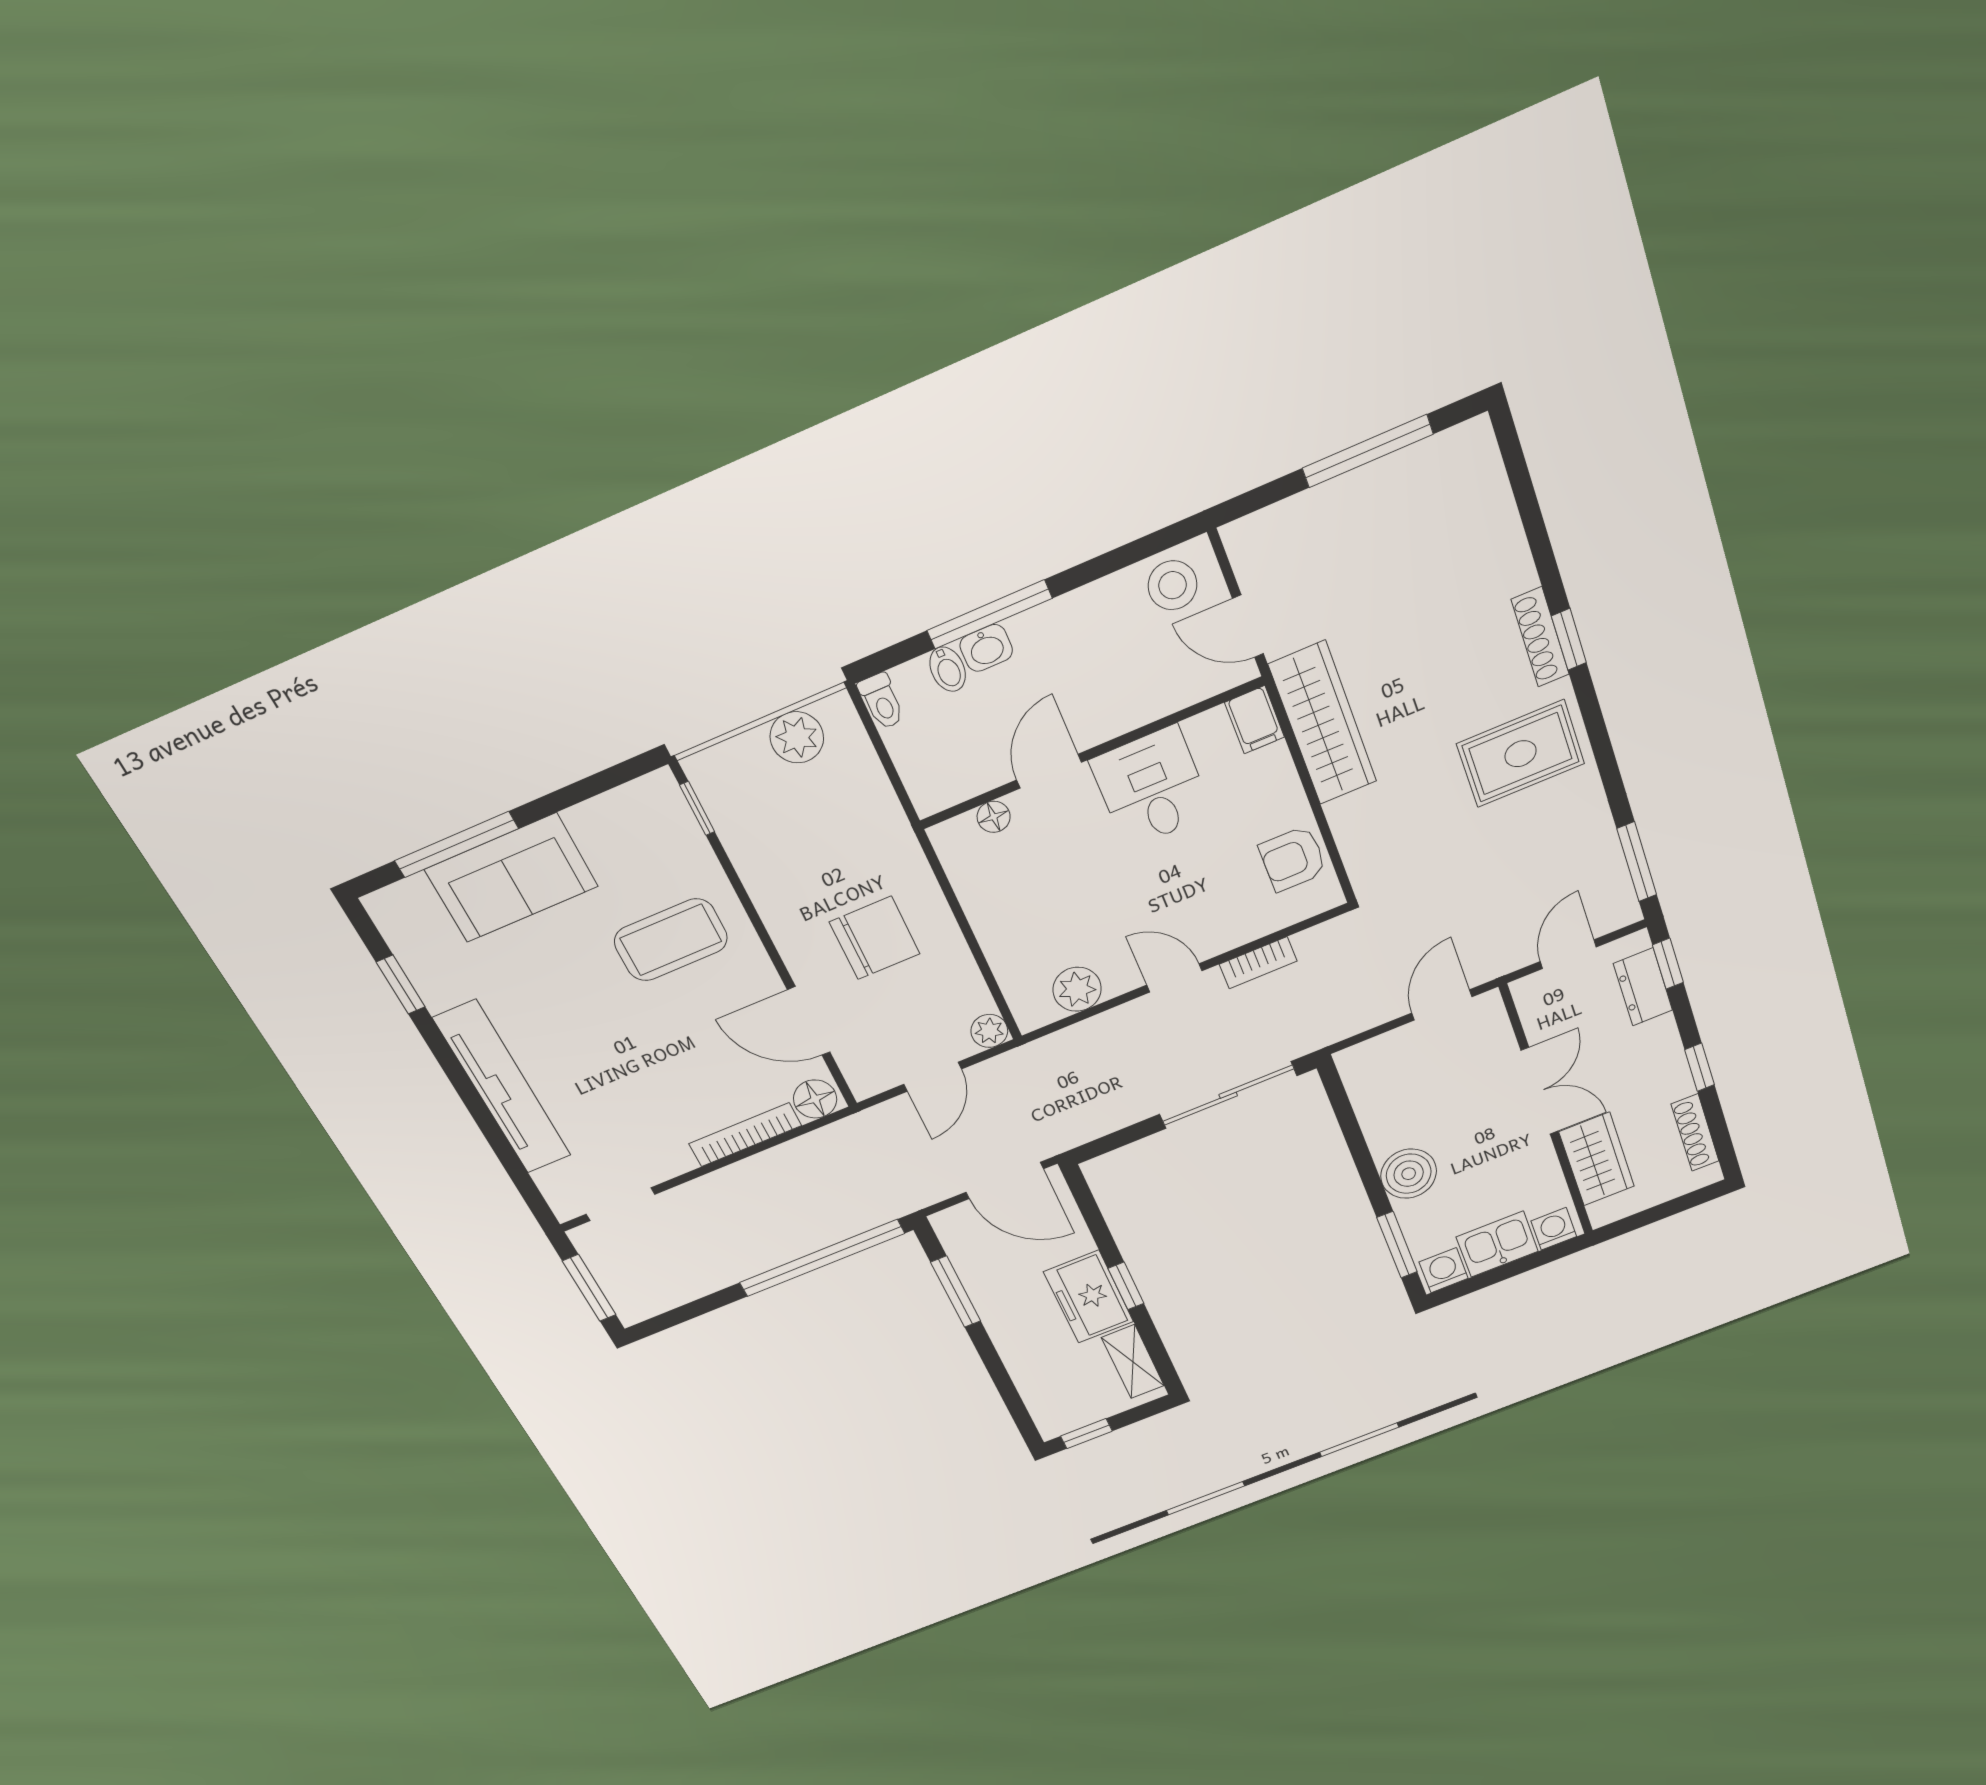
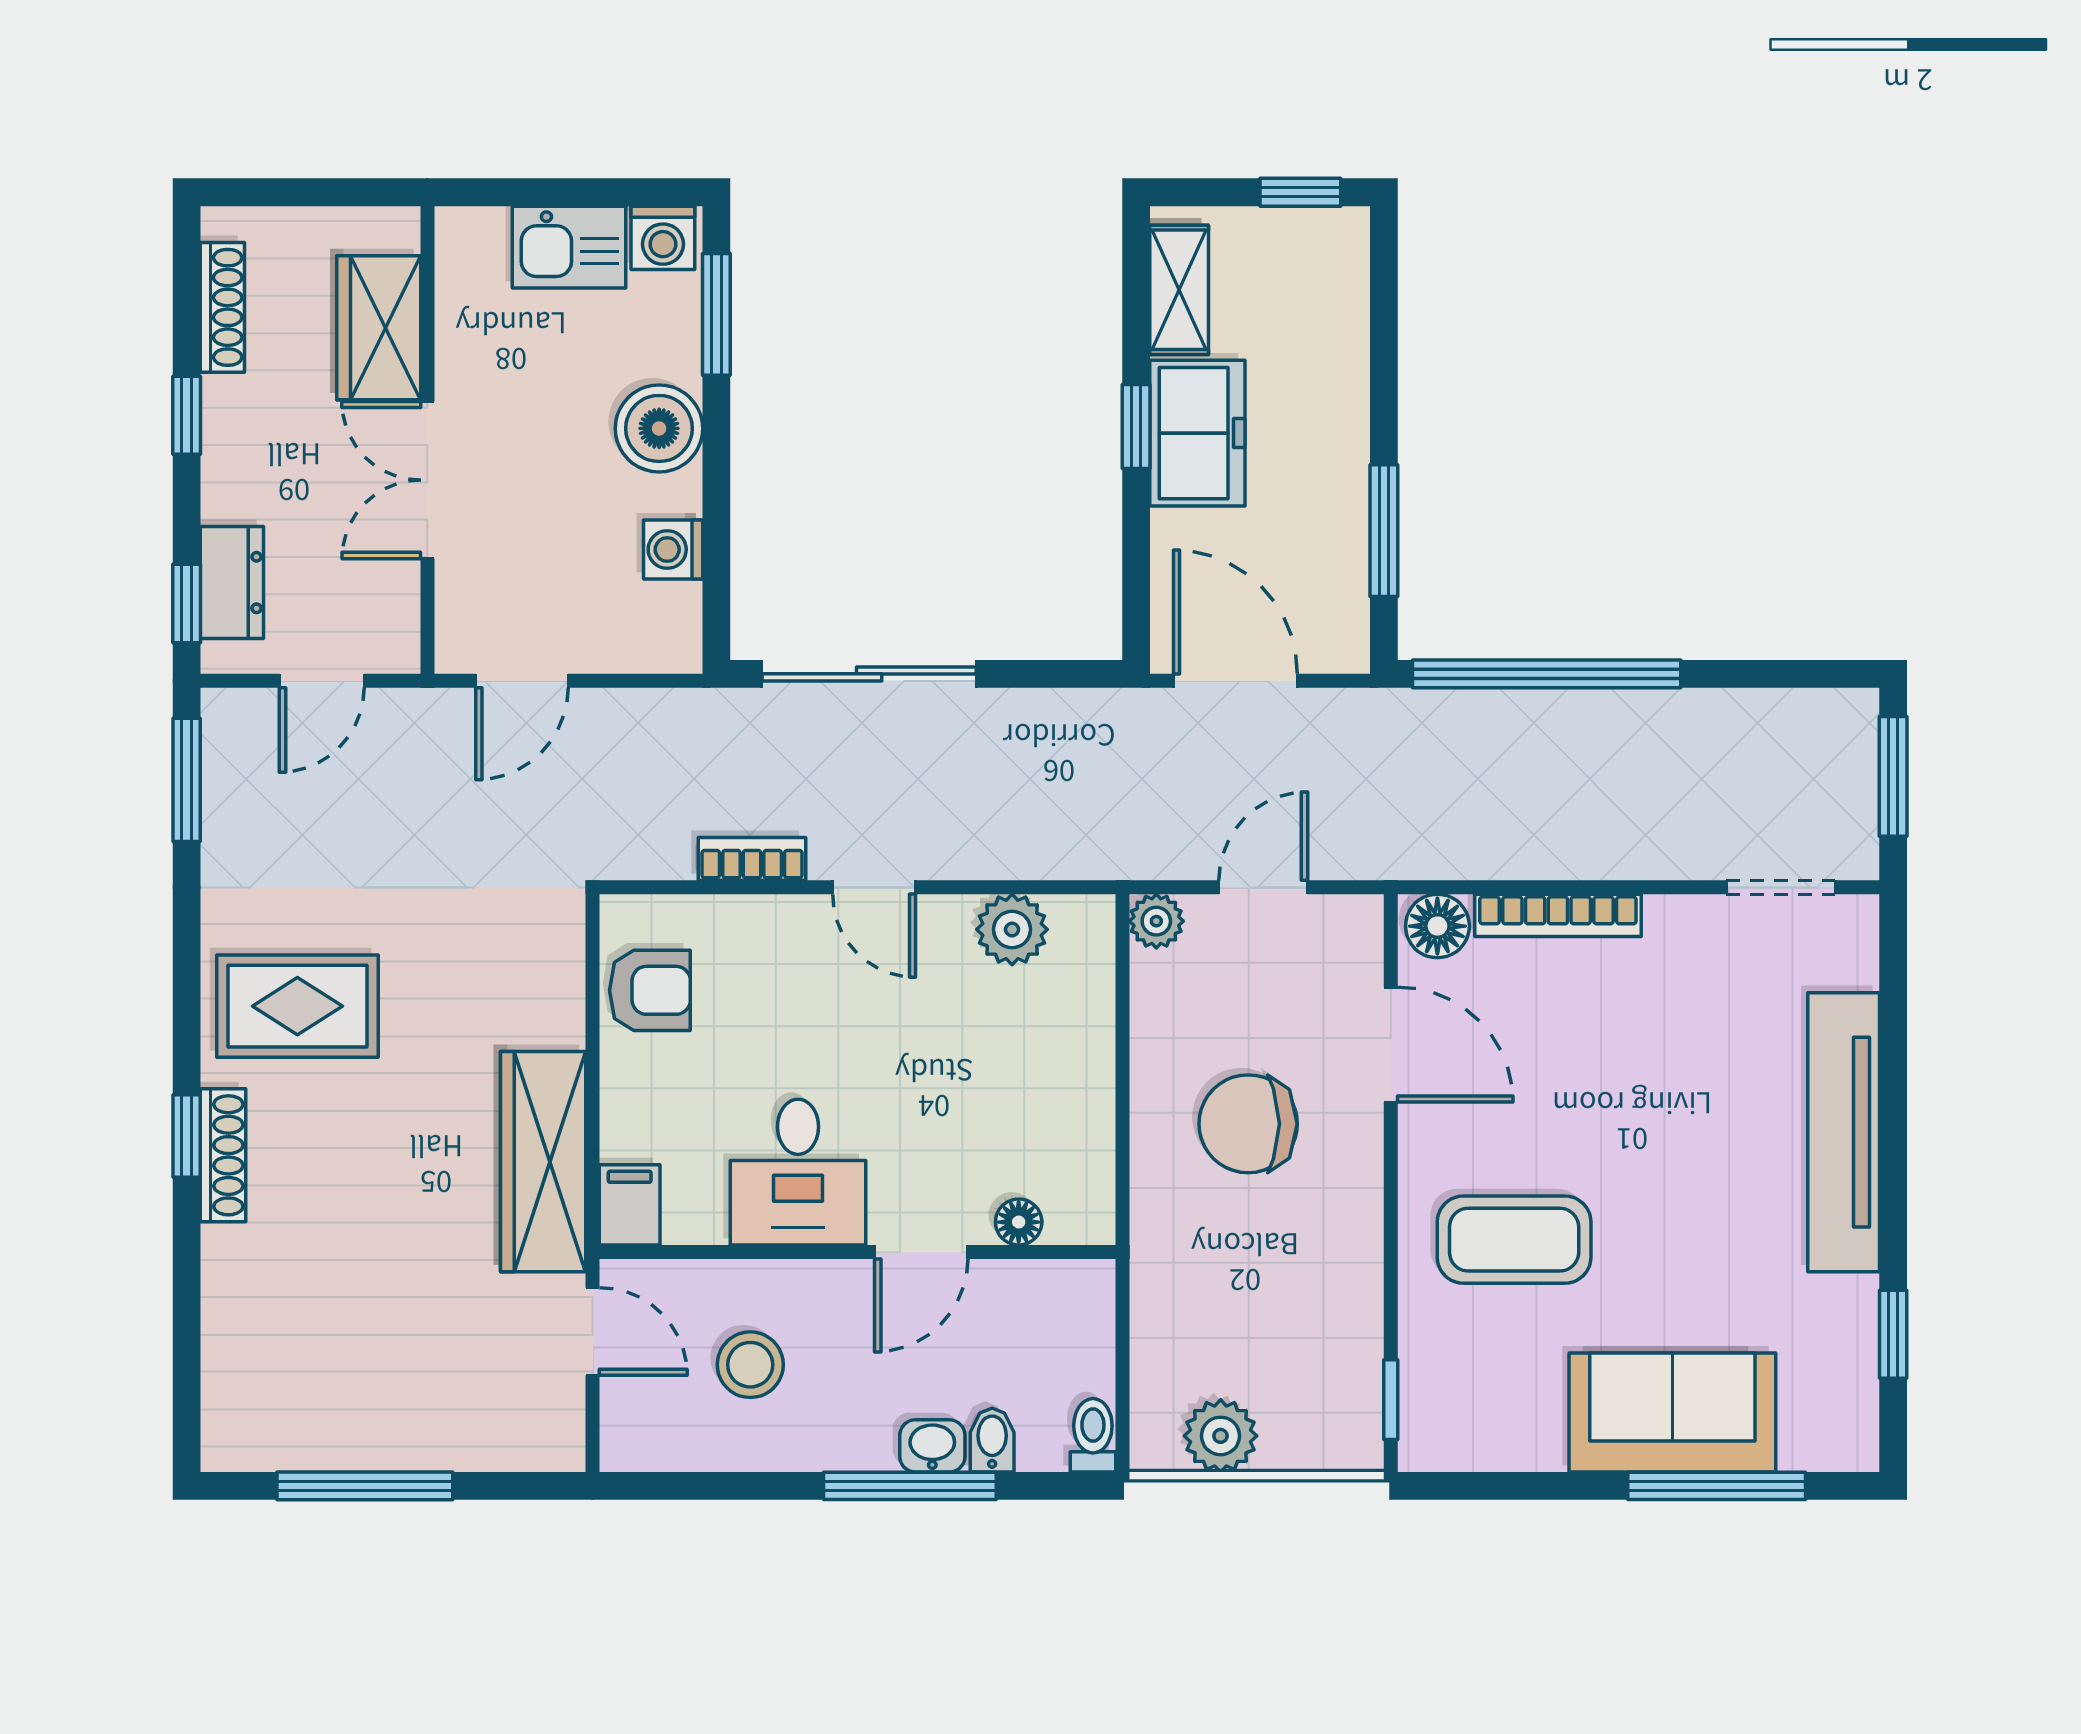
stool: (1173, 585) -> (750, 1365), moved
washing machine: (1554, 1229) -> (673, 549), moved, turned 90

